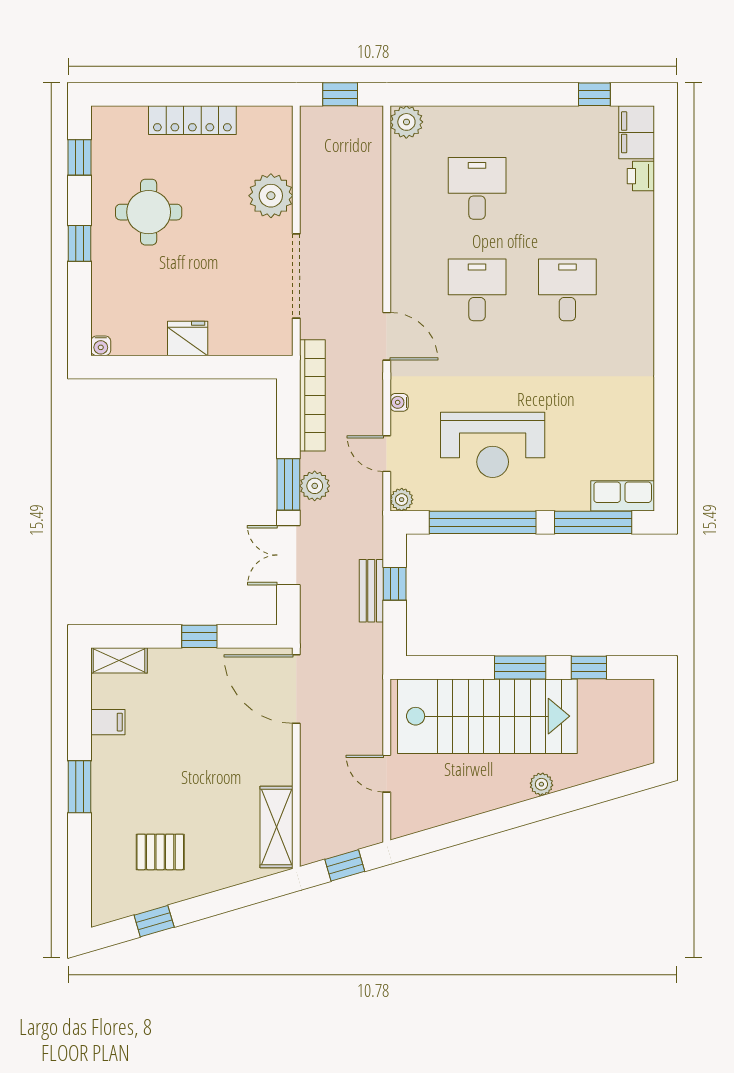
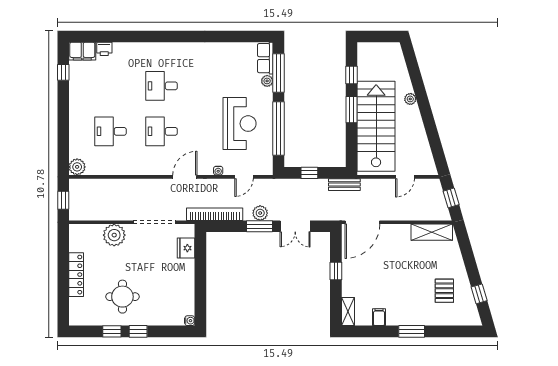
window: (79, 157) -> (112, 331), moved
fridge: (188, 338) -> (186, 248), moved
plant: (402, 500) -> (267, 81), moved
bench: (371, 591) -> (344, 185), moved

